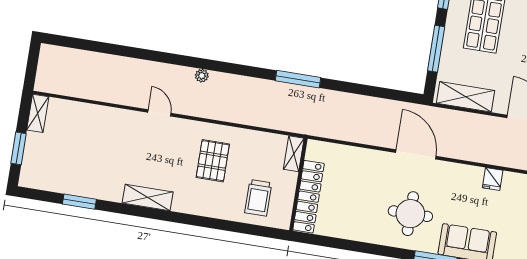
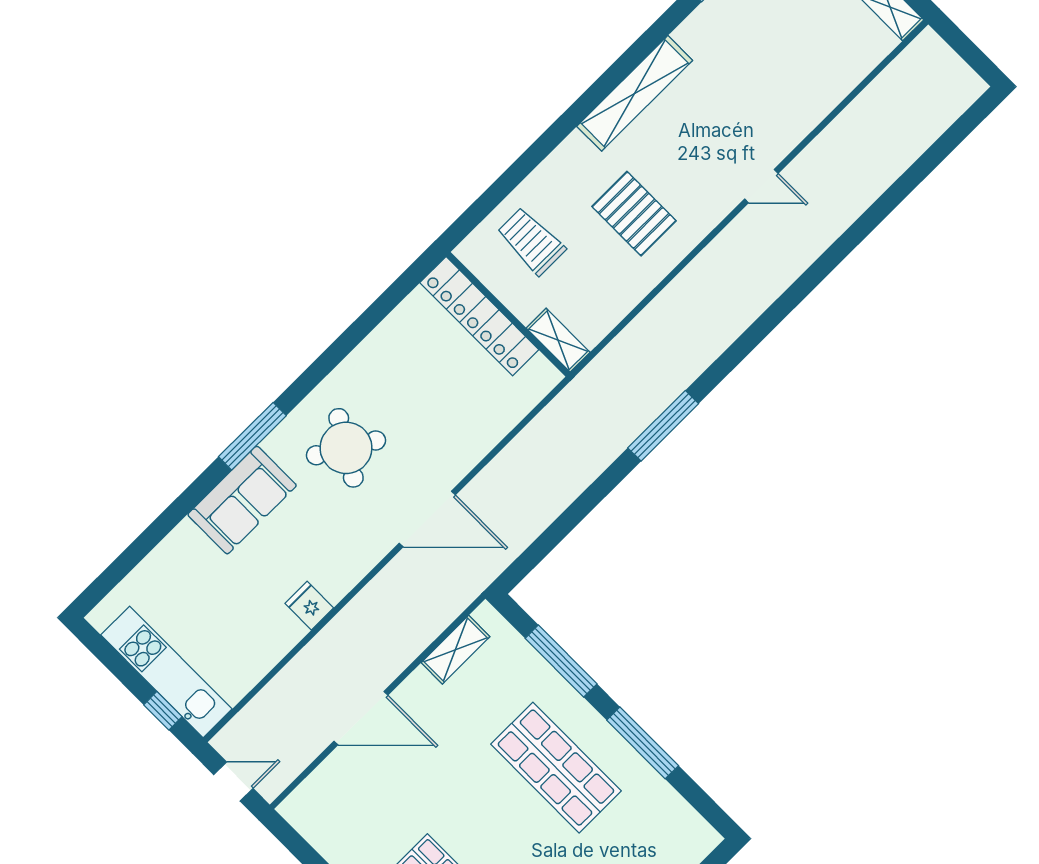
plant: (202, 76) -> (771, 288), removed
shelving: (466, 97) -> (455, 650), width x0.67, depth x0.75
shelving: (148, 198) -> (635, 93), width x1.47
round table: (410, 214) -> (346, 448), turned 31

